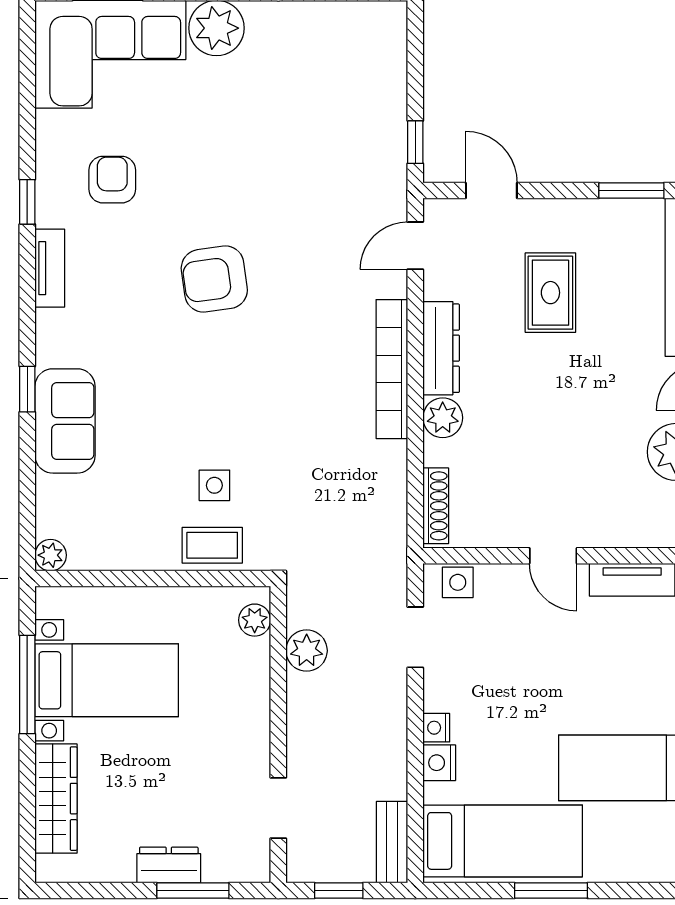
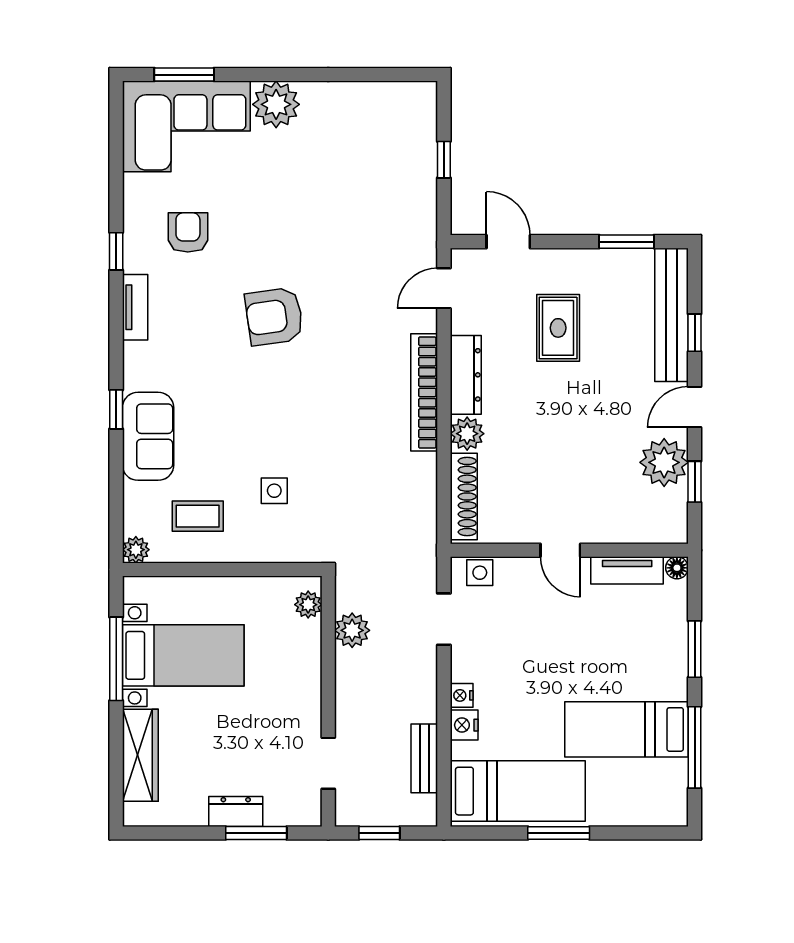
window: (415, 142) -> (444, 160), moved
shoe rack: (436, 506) -> (464, 497), width x1.36, depth x1.24
coffee table: (212, 545) -> (198, 516), moved
bench: (392, 842) -> (424, 758), moved

